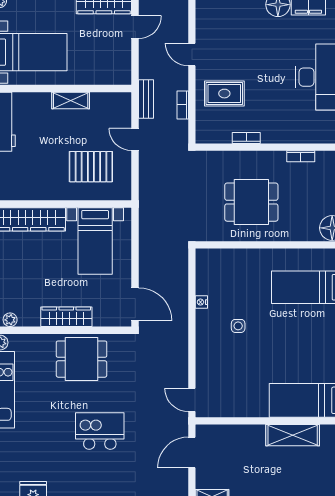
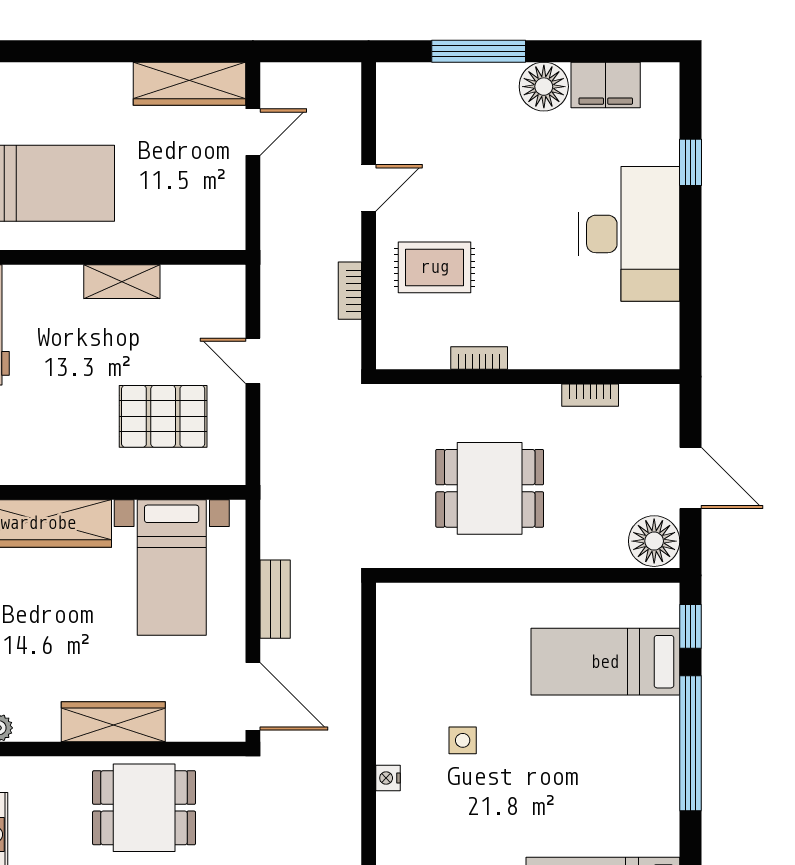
door: (192, 54) -> (369, 188), swing flipped
bench: (146, 99) -> (275, 599), moved
nightstand: (201, 302) -> (388, 778), moved

